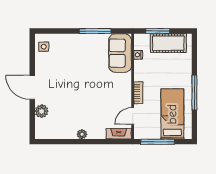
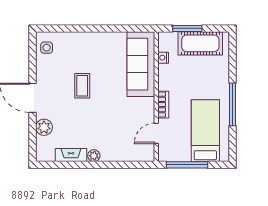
window: (95, 31) -> (110, 28), removed
sofa: (120, 53) -> (141, 64), width x1.36
coffee table: (73, 77) -> (82, 86), added
fireplace: (119, 134) -> (71, 155), moved

